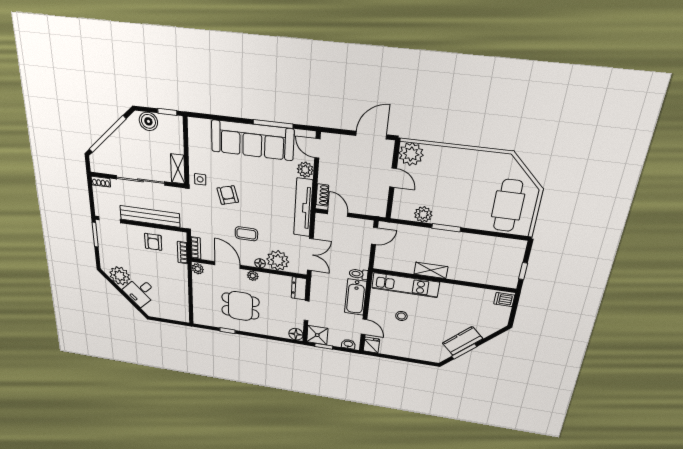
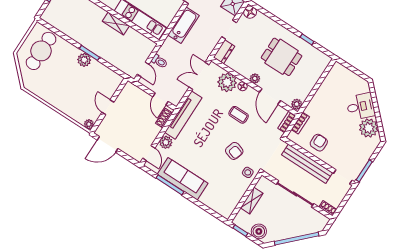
sofa: (252, 140) -> (183, 179), width x0.74, depth x0.79
plant: (411, 154) -> (89, 124), width x0.53, depth x0.53
shelving: (178, 169) -> (252, 201), moved
armchair: (228, 195) -> (234, 151), turned -56
plant: (423, 214) -> (84, 60), moved
door: (375, 236) -> (143, 69), swing flipped
toilet: (359, 274) -> (159, 61), moved

